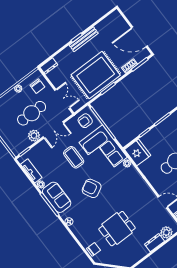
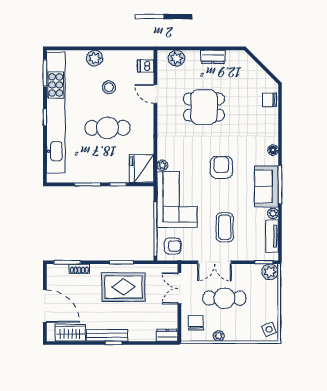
wardrobe: (107, 25) -> (70, 333), added
door: (139, 37) -> (45, 306), moved
rug: (96, 75) -> (124, 287), width x0.73, depth x0.69
double door: (53, 130) -> (214, 262), swing flipped
plant: (34, 136) -> (270, 272), moved
coffee table: (74, 157) -> (225, 227), moved
armchair: (92, 188) -> (221, 167), turned -152
dining table: (117, 229) -> (204, 107), moved
dresser: (155, 243) -> (213, 57), moved

